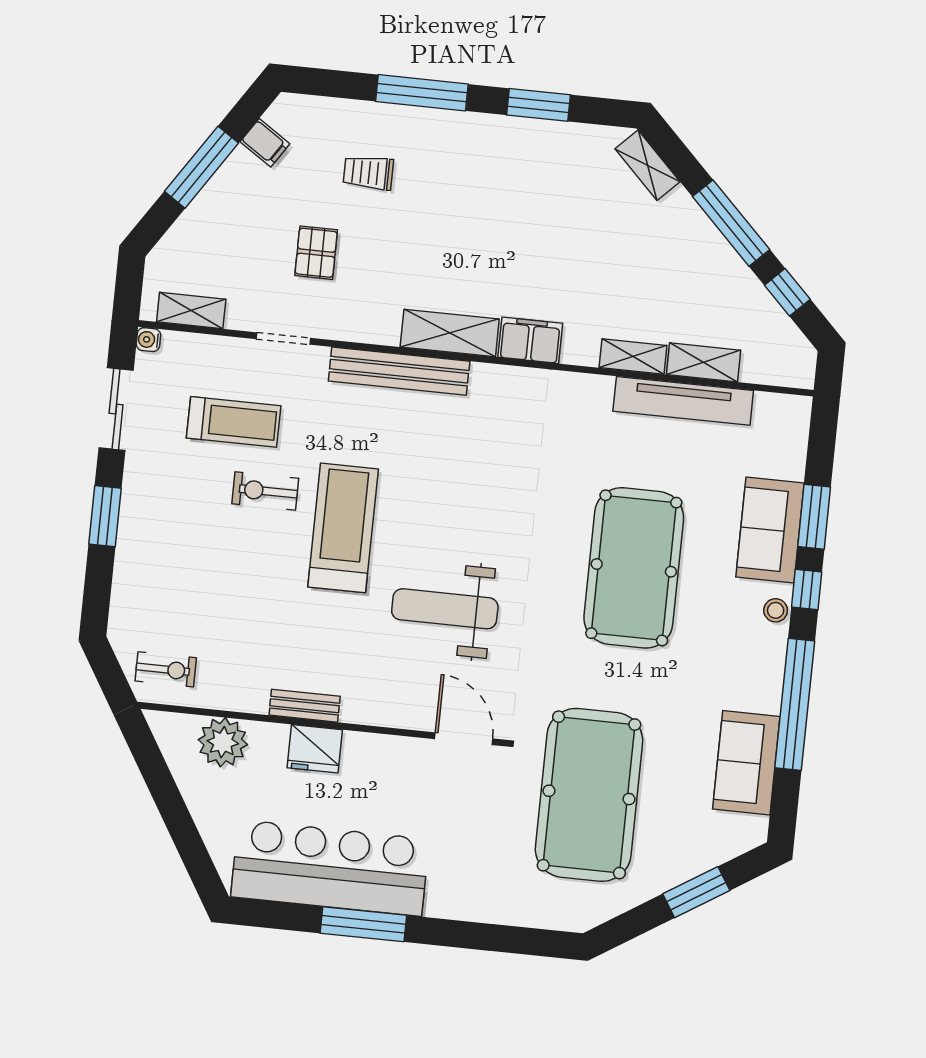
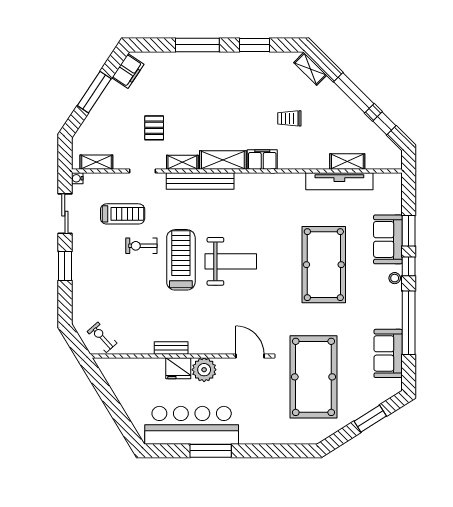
filing cabinet: (265, 143) -> (128, 71), width x2.00
trolley: (368, 173) -> (289, 118), moved
shelving: (633, 357) -> (182, 162), moved
weight bench: (445, 609) -> (231, 261), moved, turned 180
exercise bike: (166, 669) -> (102, 337), turned -132
plant: (223, 742) -> (204, 370), moved

